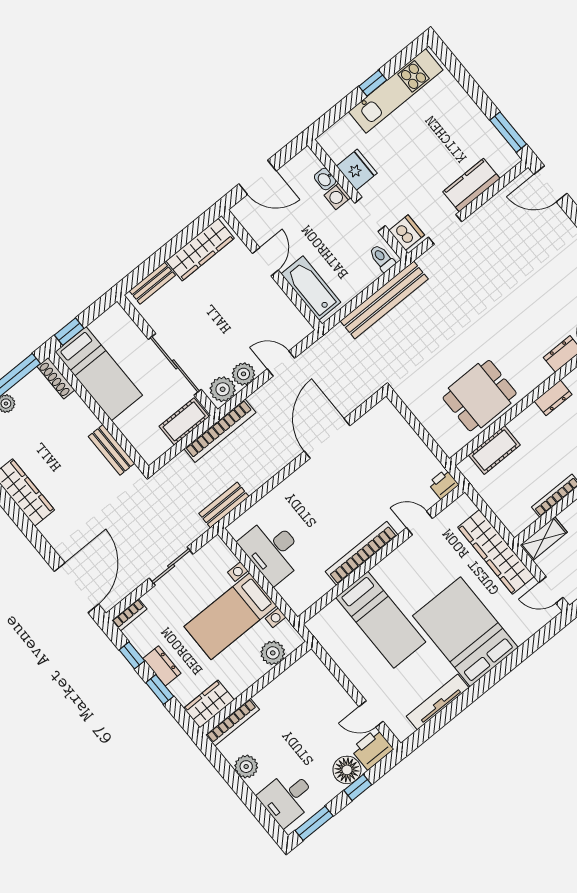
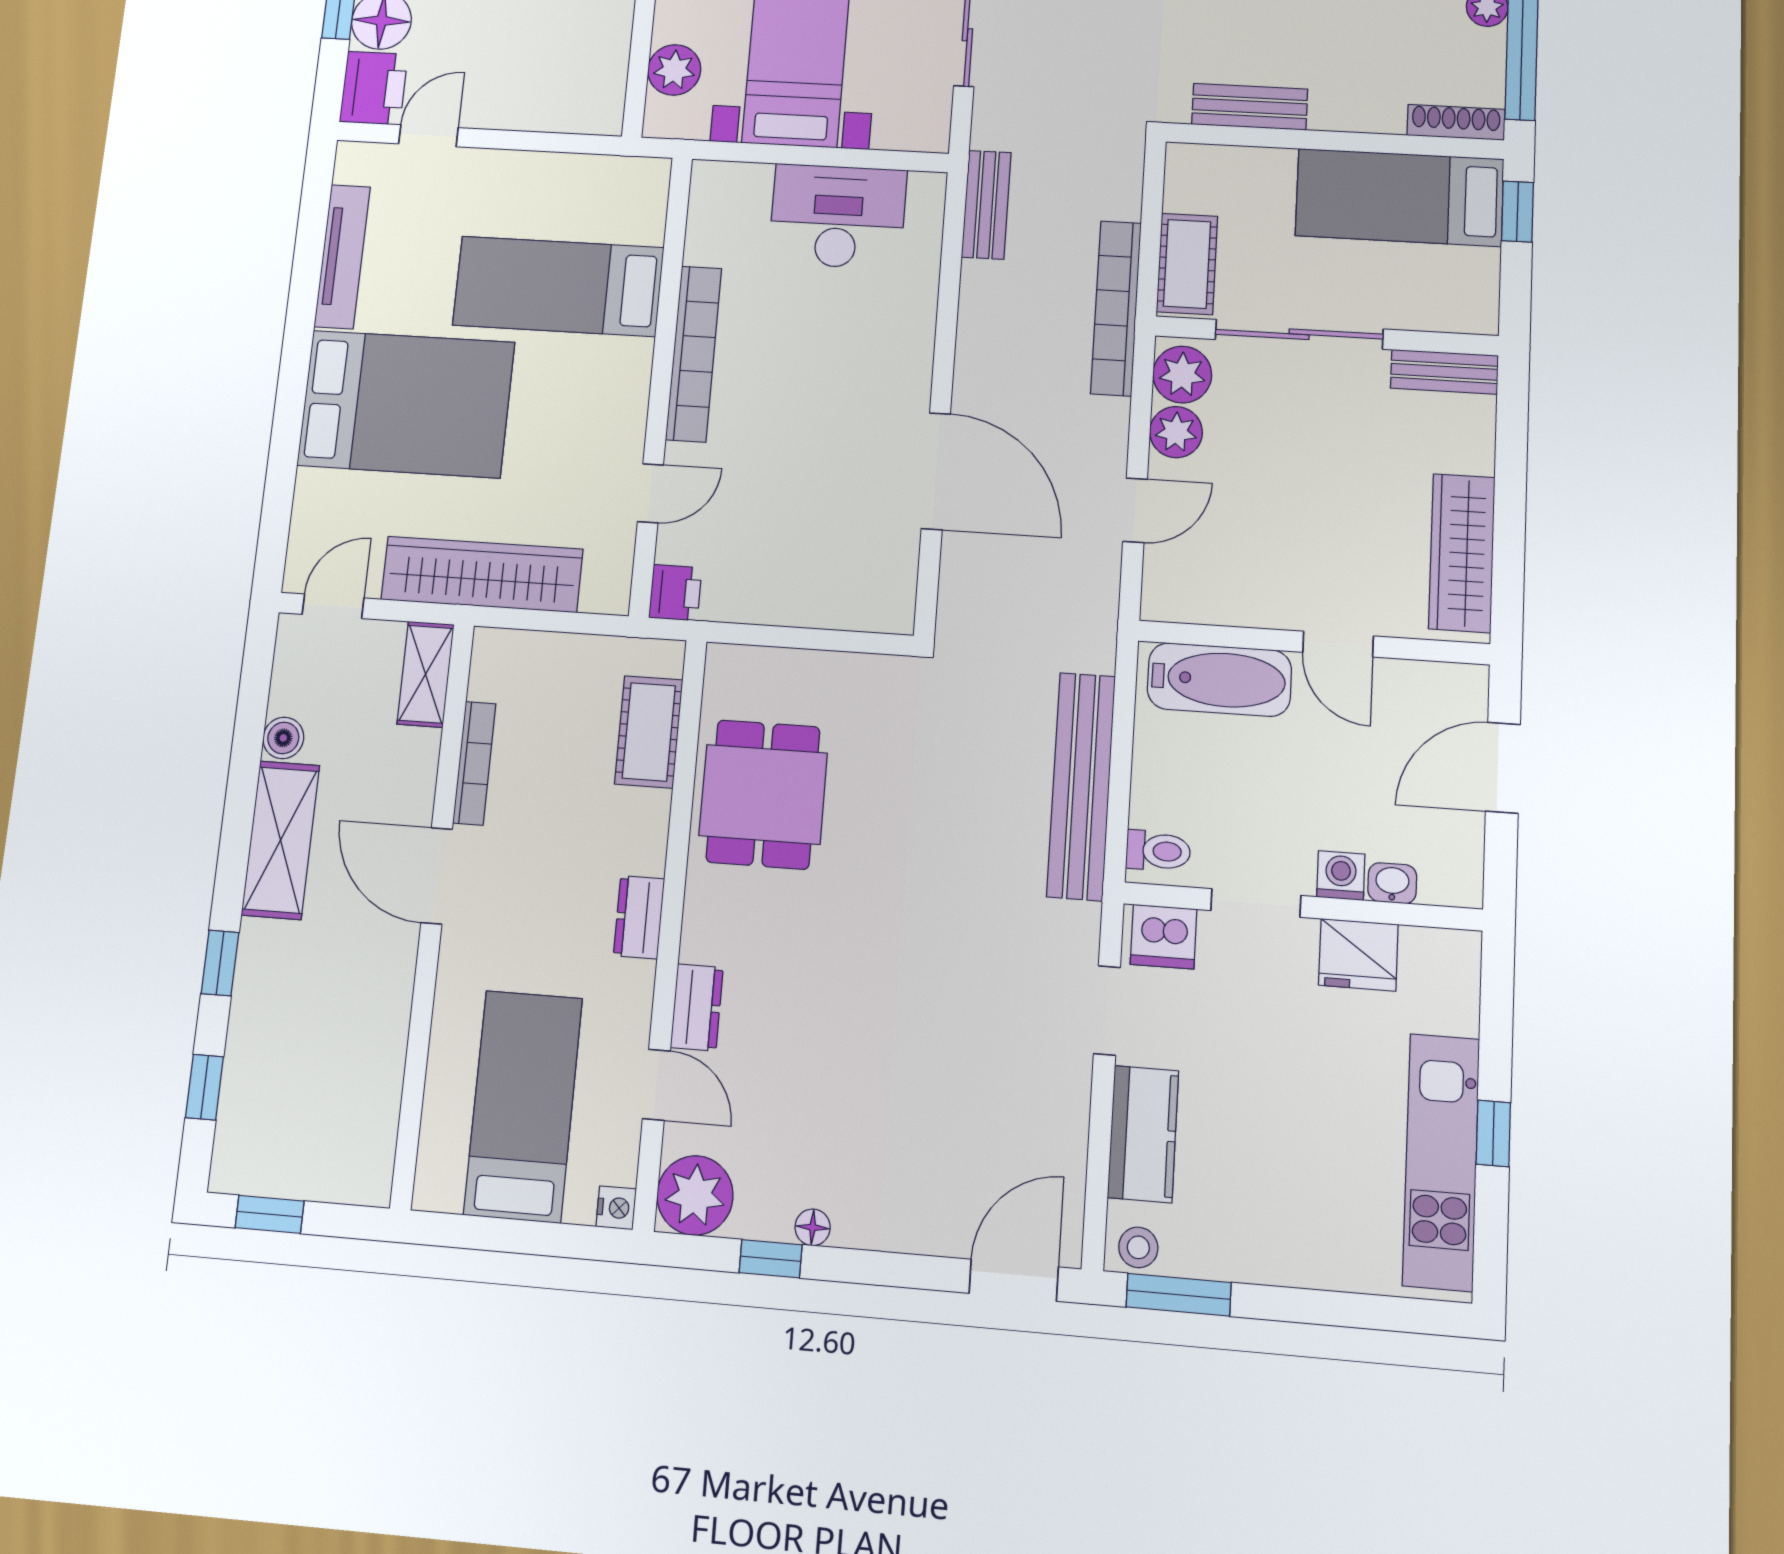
stool: (506, 156) -> (1138, 1247), added
bench: (152, 283) -> (1444, 372), moved, turned 90

